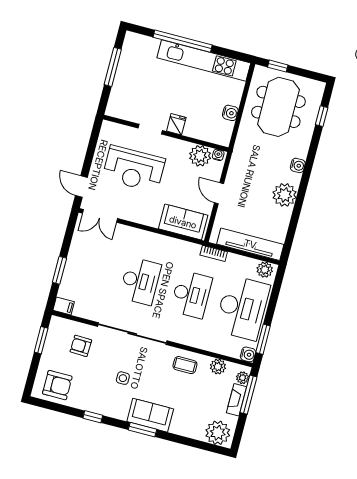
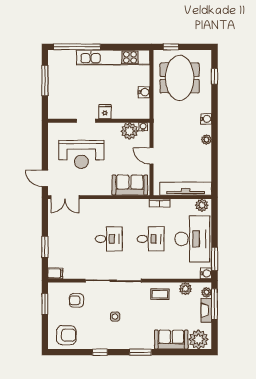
window: (183, 41) -> (77, 47), moved
plant: (285, 195) -> (206, 140), width x0.53, depth x0.53
desk: (140, 281) -> (109, 239), width x0.73
desk: (191, 294) -> (151, 239), width x0.73
sofa: (150, 415) -> (171, 340), moved

